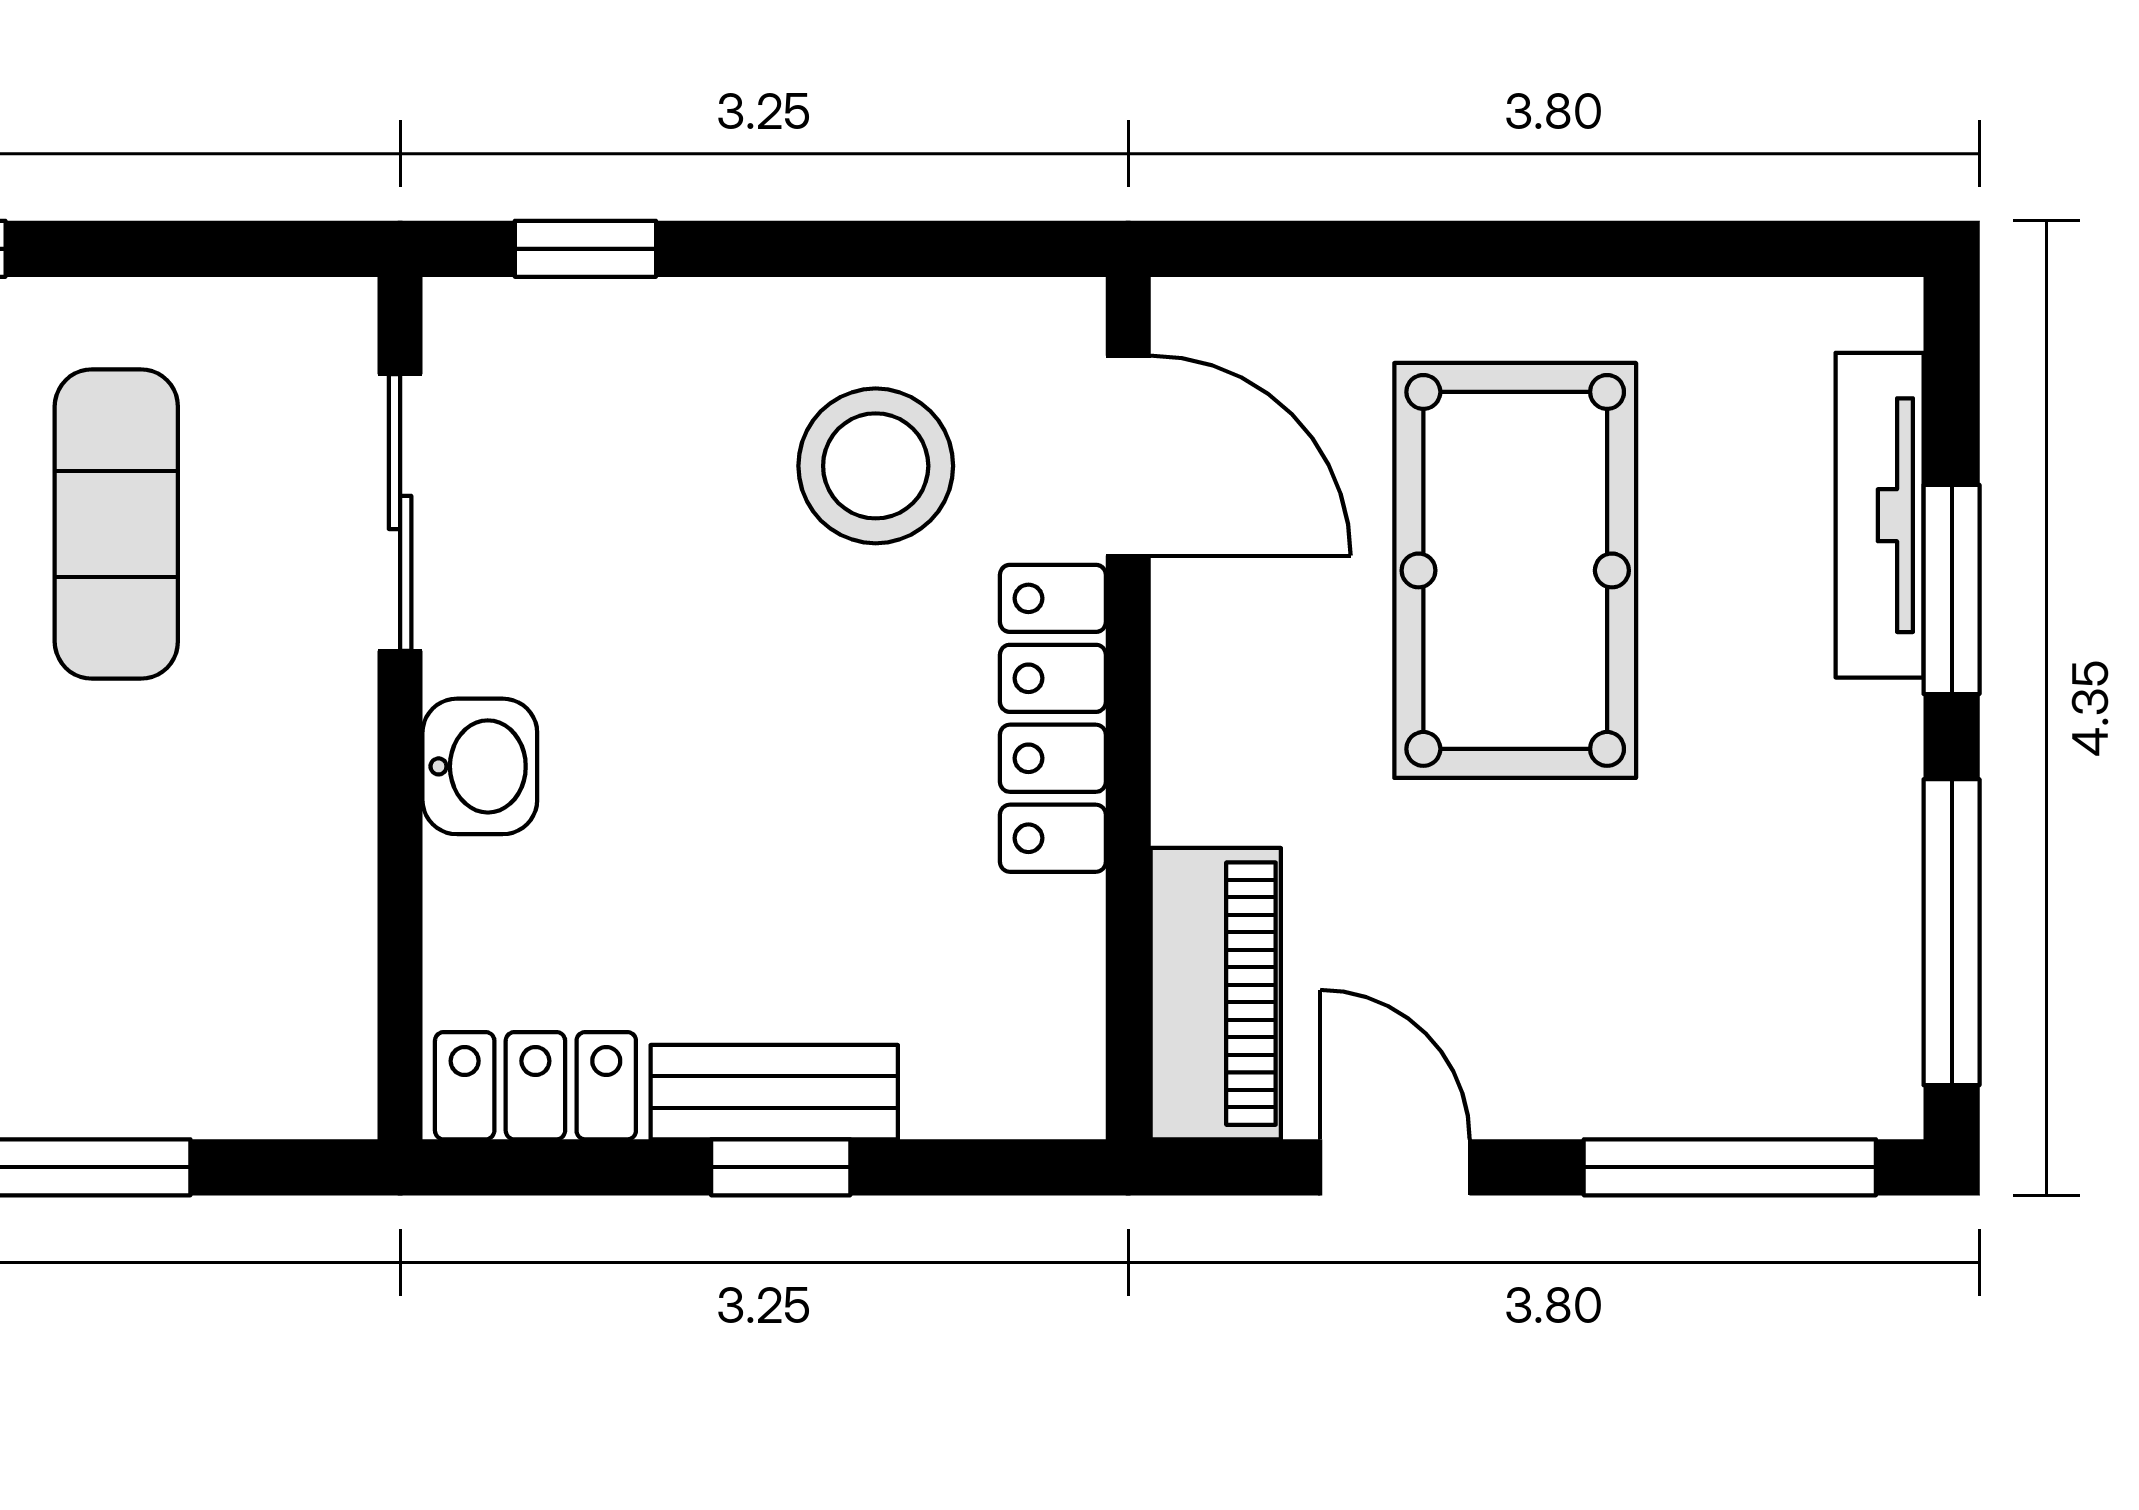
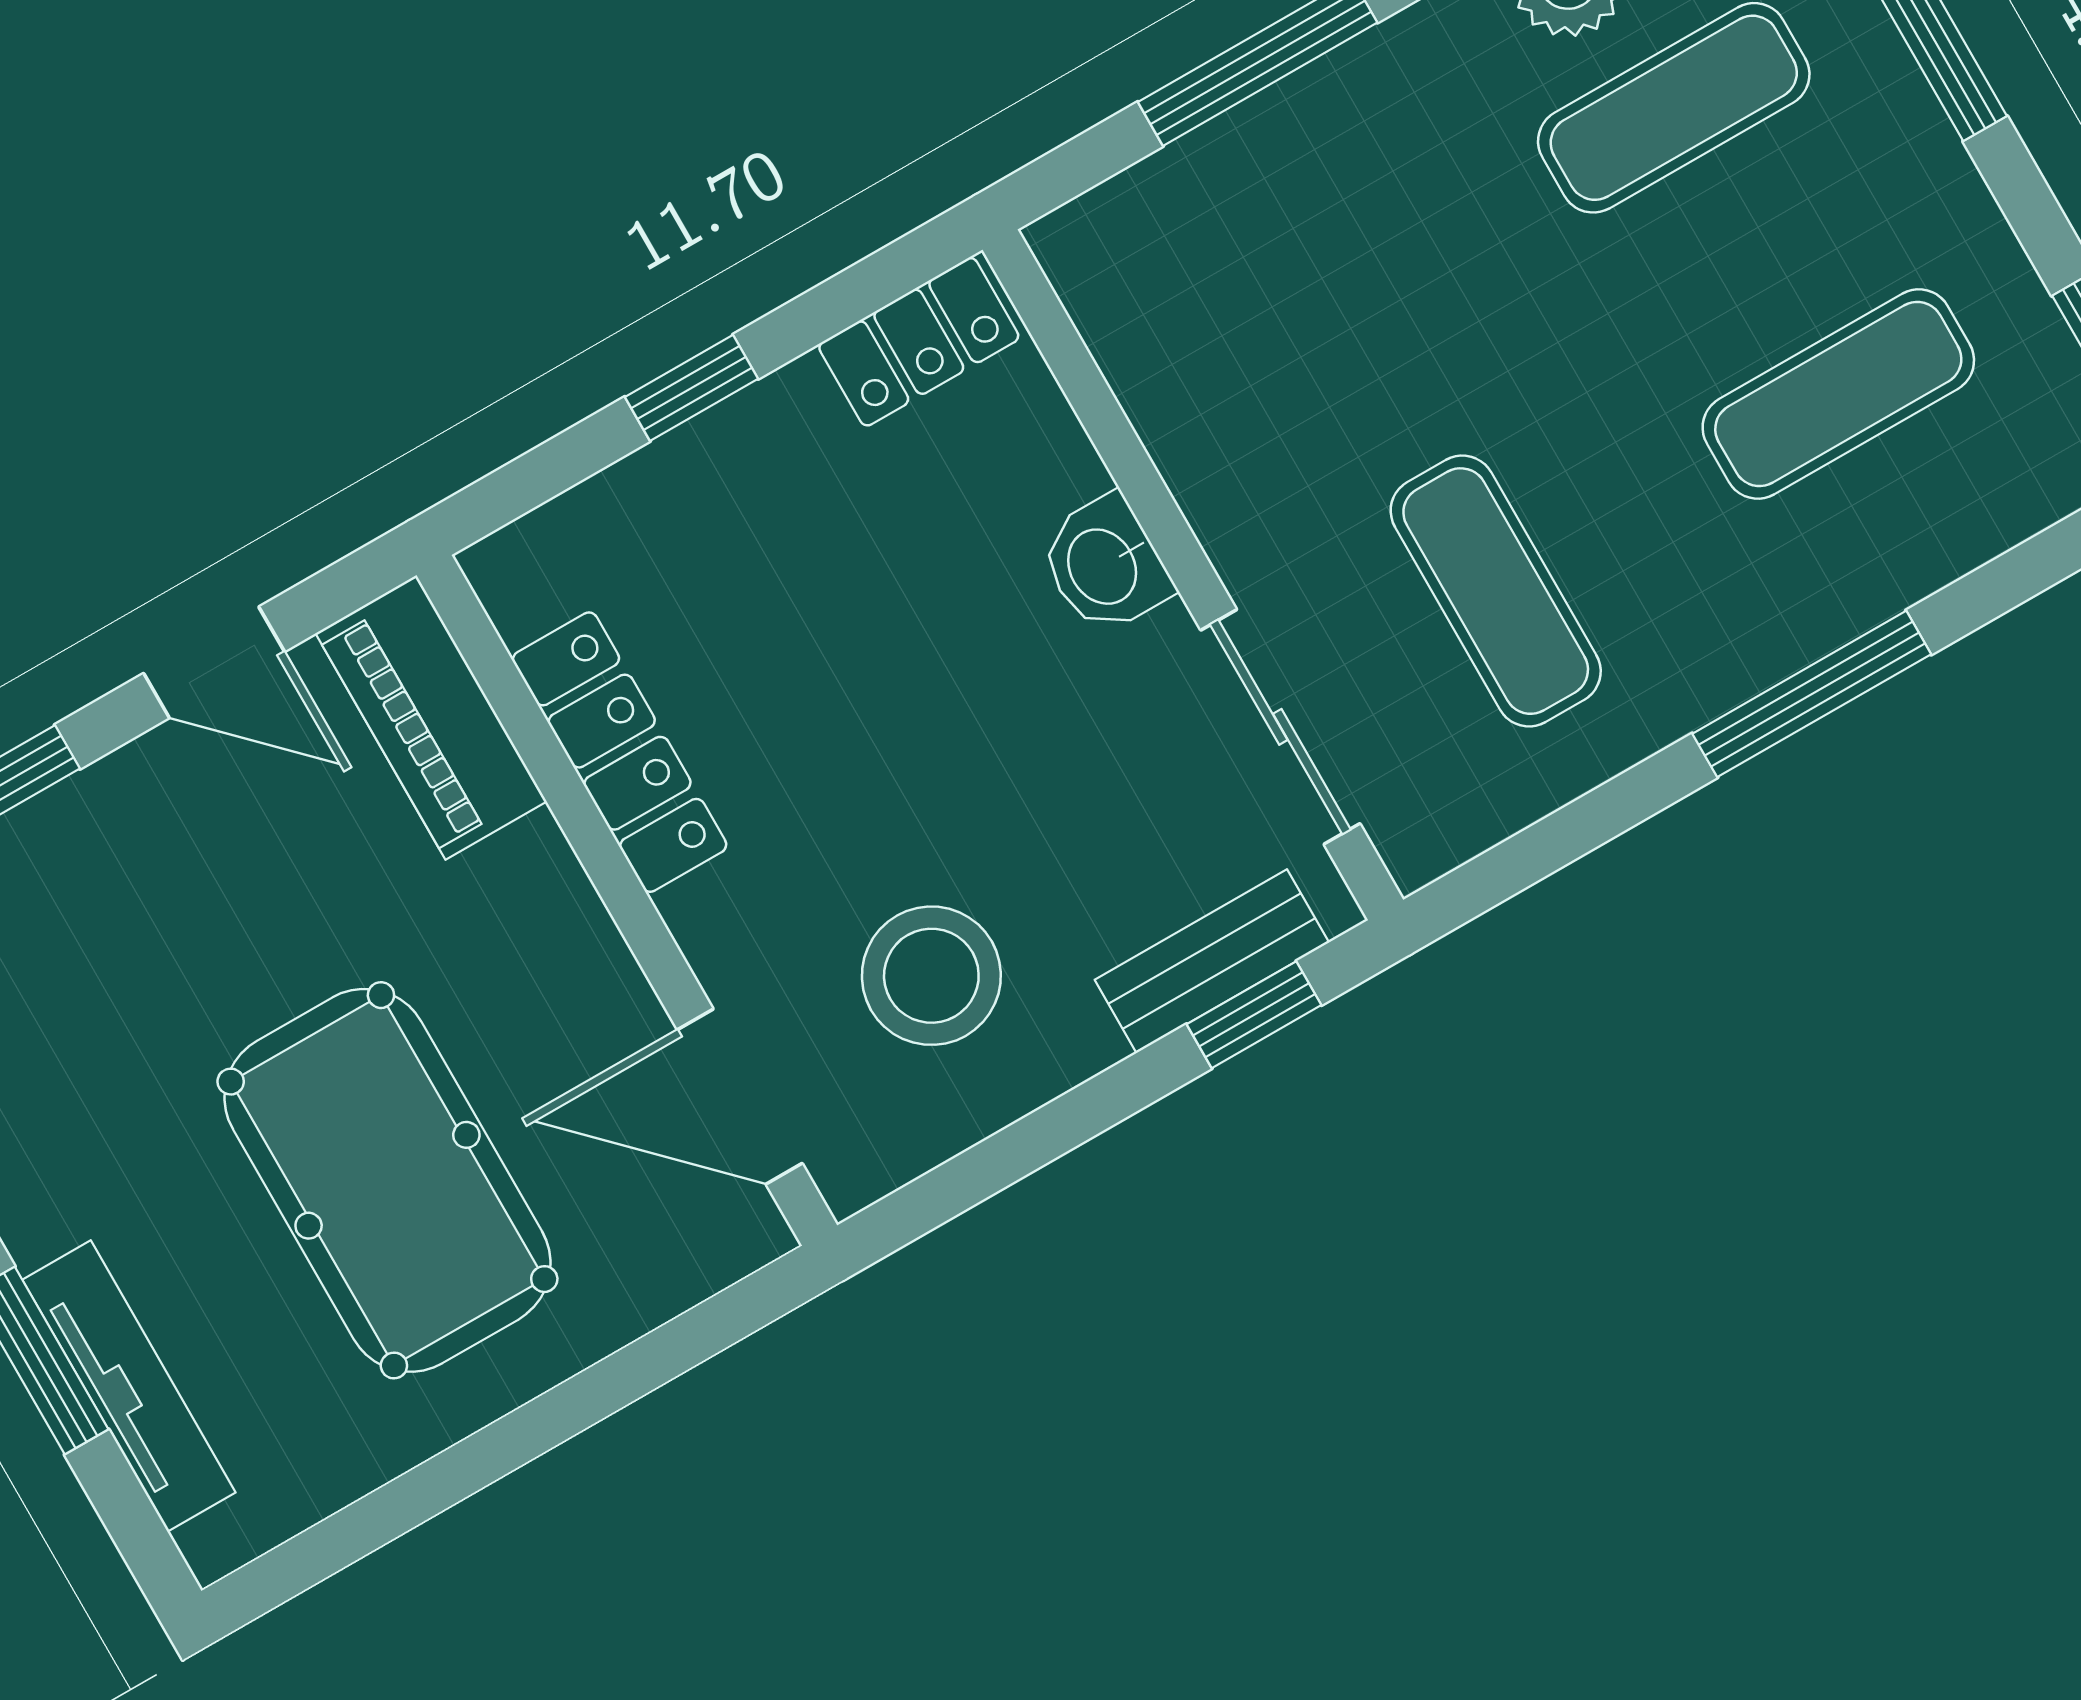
locker: (1053, 718) -> (620, 752), moved
bench: (774, 1092) -> (1212, 961), moved

